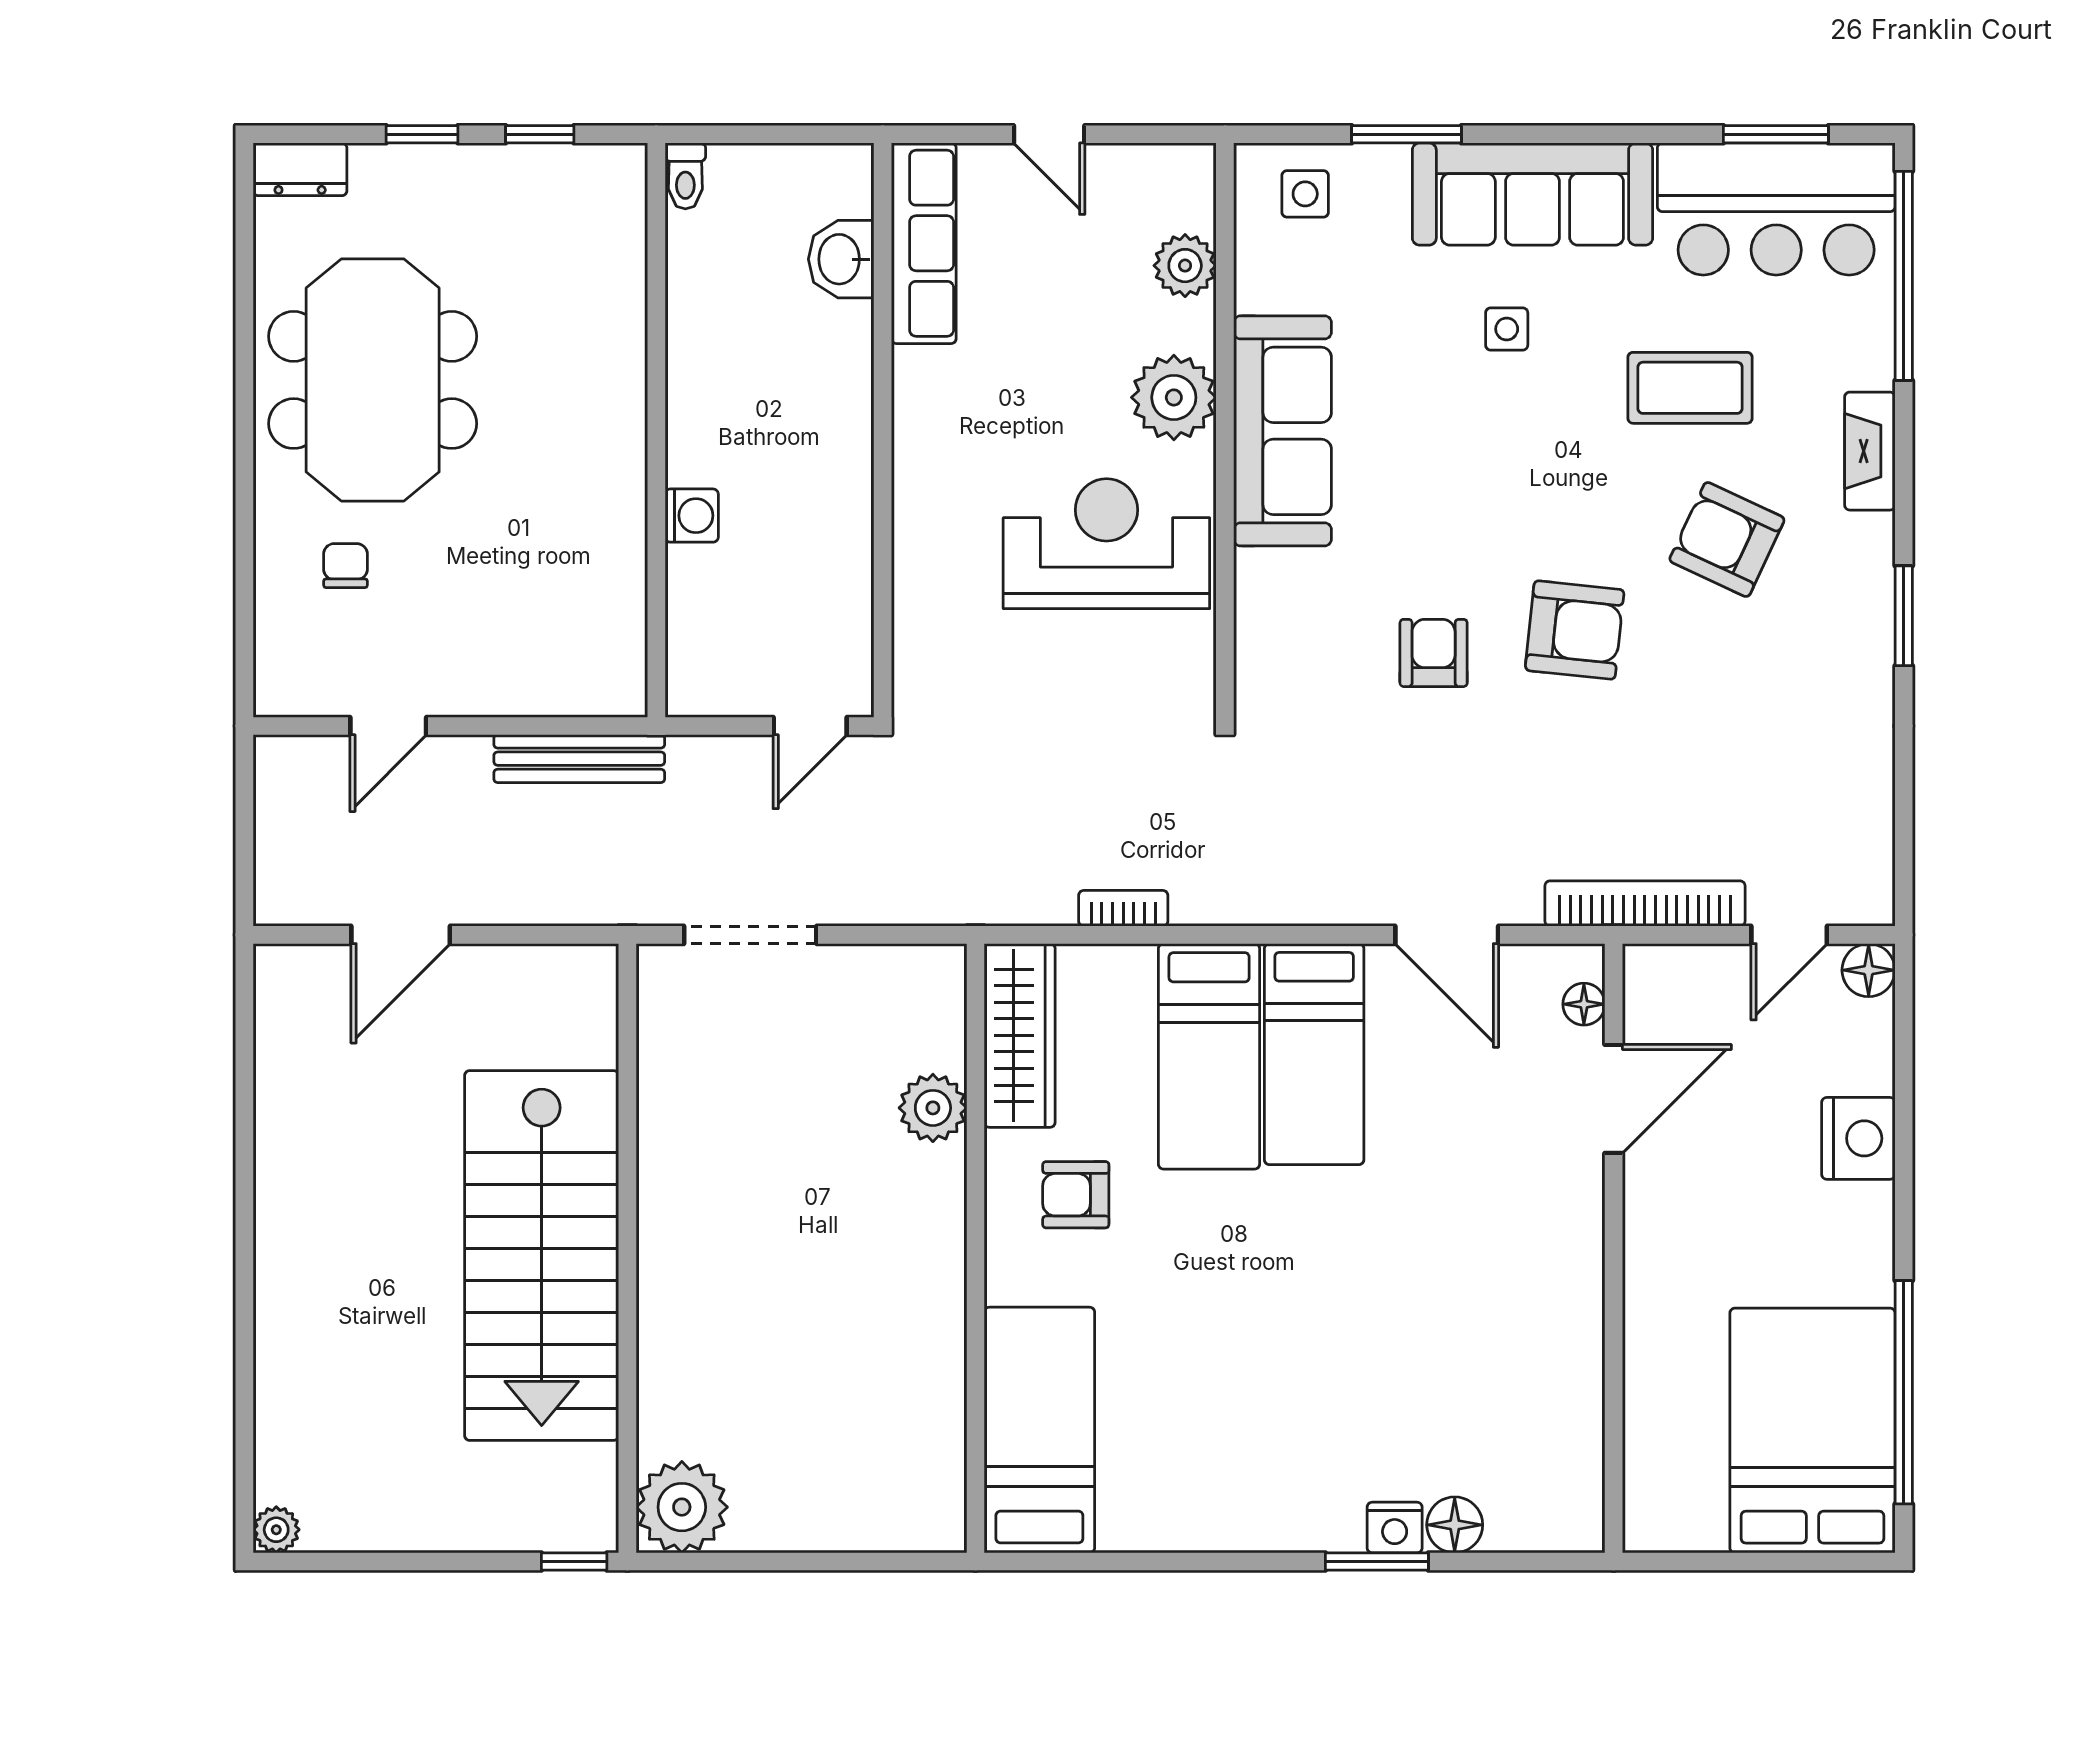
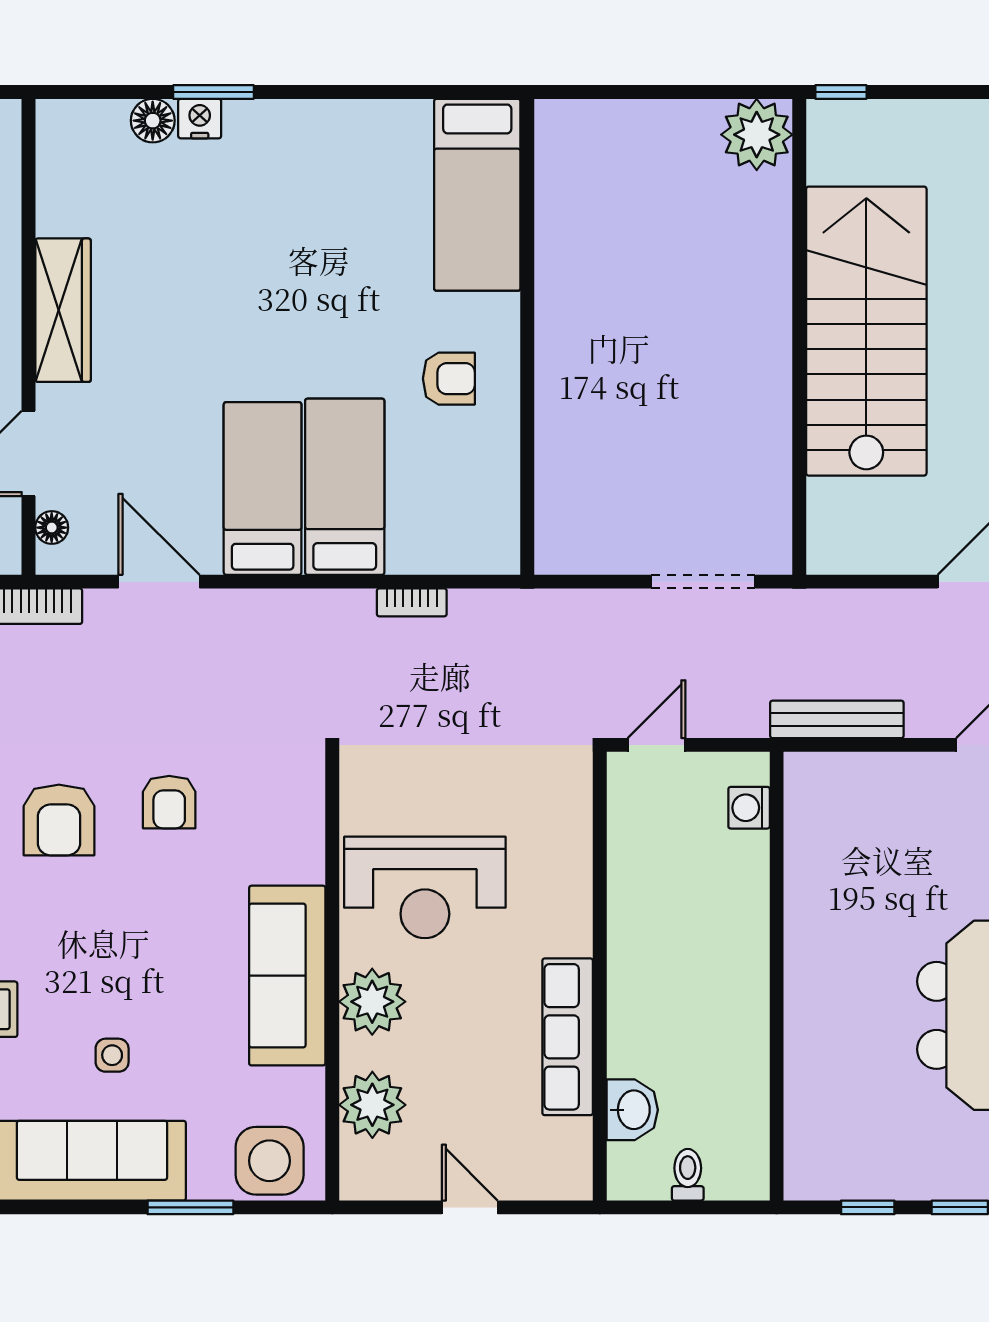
toilet: (685, 176) -> (688, 1175), moved
side table: (1305, 194) -> (270, 1161), width x1.87, depth x1.87
row of seats: (924, 243) -> (568, 1037), moved
plant: (1185, 266) -> (372, 1105), width x1.36, depth x1.36
washing machine: (692, 516) -> (749, 808), moved
armchair: (1575, 630) -> (59, 820), turned -96
wardrobe: (1020, 1035) -> (63, 310), moved, turned 180
plant: (933, 1108) -> (561, 446), removed

